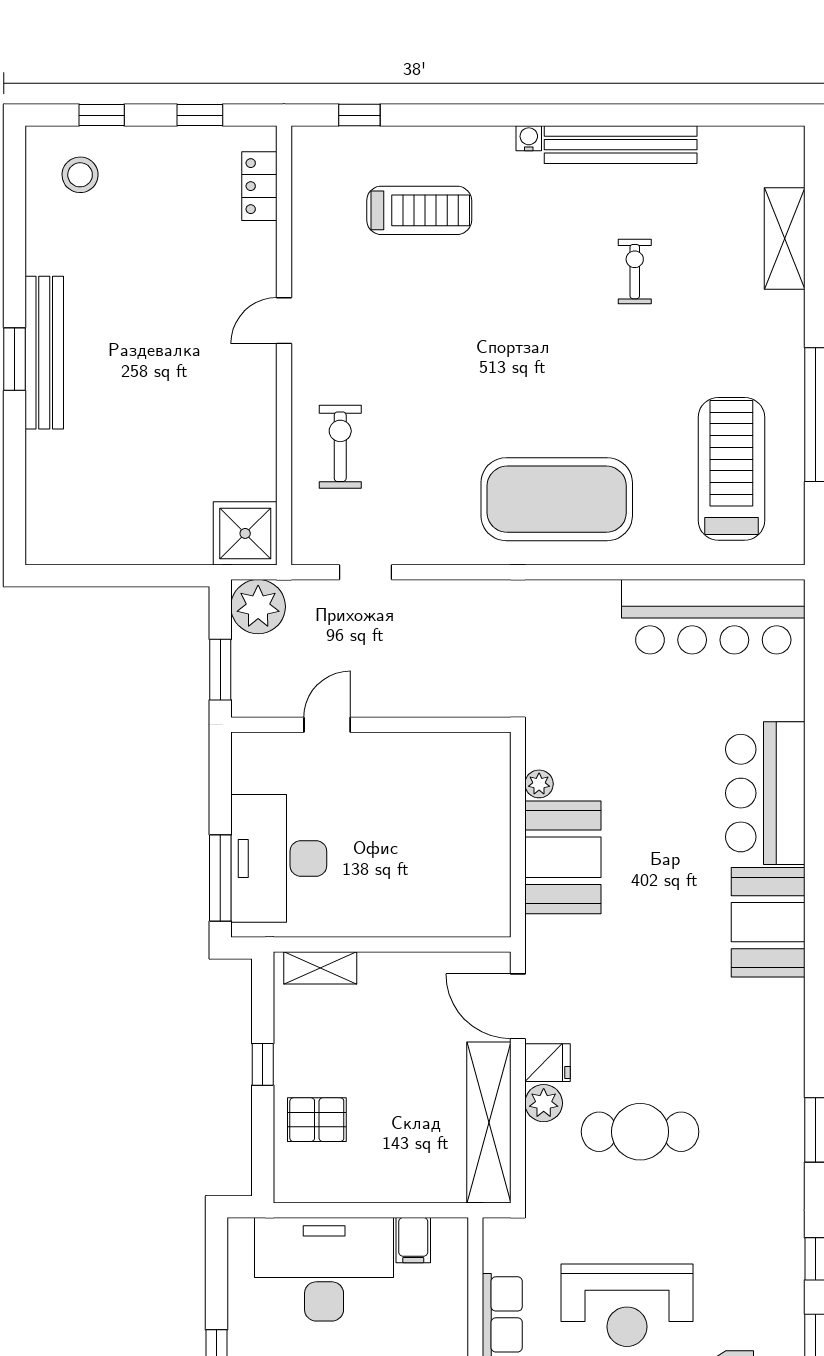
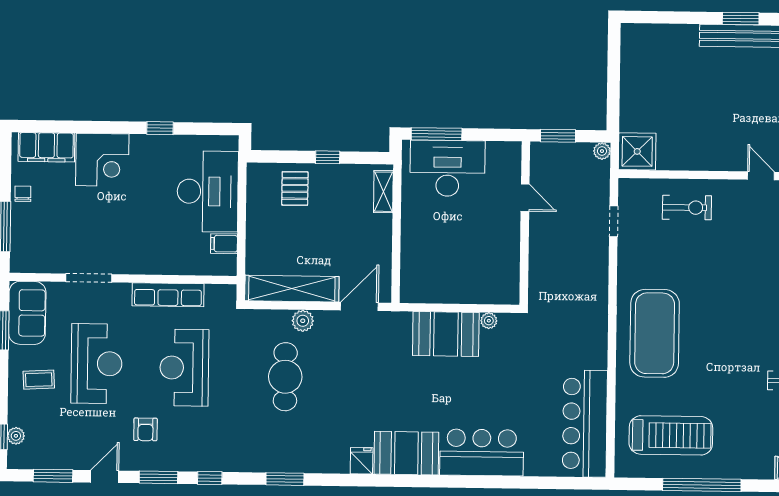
plant: (258, 607) -> (602, 151), width x0.53, depth x0.53
fridge: (548, 1063) -> (362, 461), moved, turned 180

